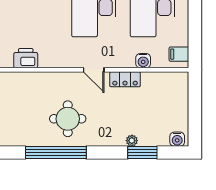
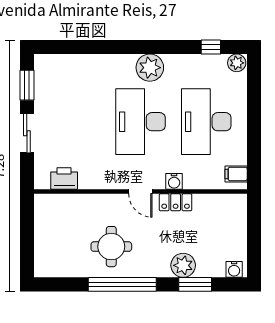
water cooler: (143, 61) -> (174, 181), moved
plant: (132, 141) -> (183, 265), width x1.87, depth x1.87
window: (56, 152) -> (122, 284), moved

